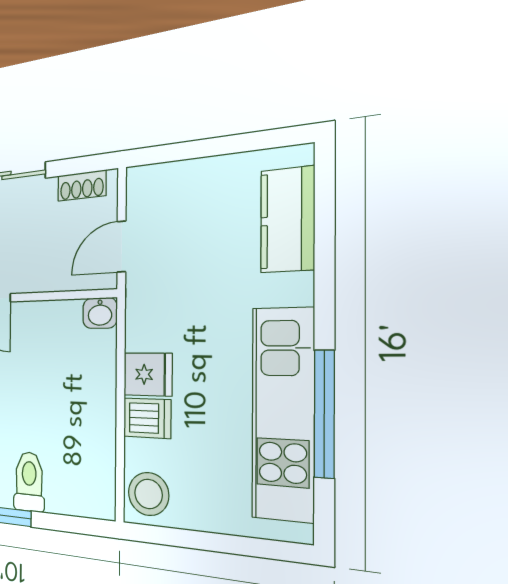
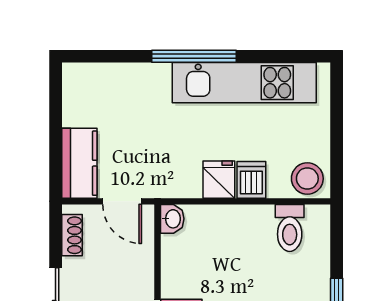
kitchen counter: (287, 220) -> (79, 163), moved, turned -90
window: (324, 414) -> (194, 56), moved
toilet: (29, 482) -> (290, 228), moved, turned -90

